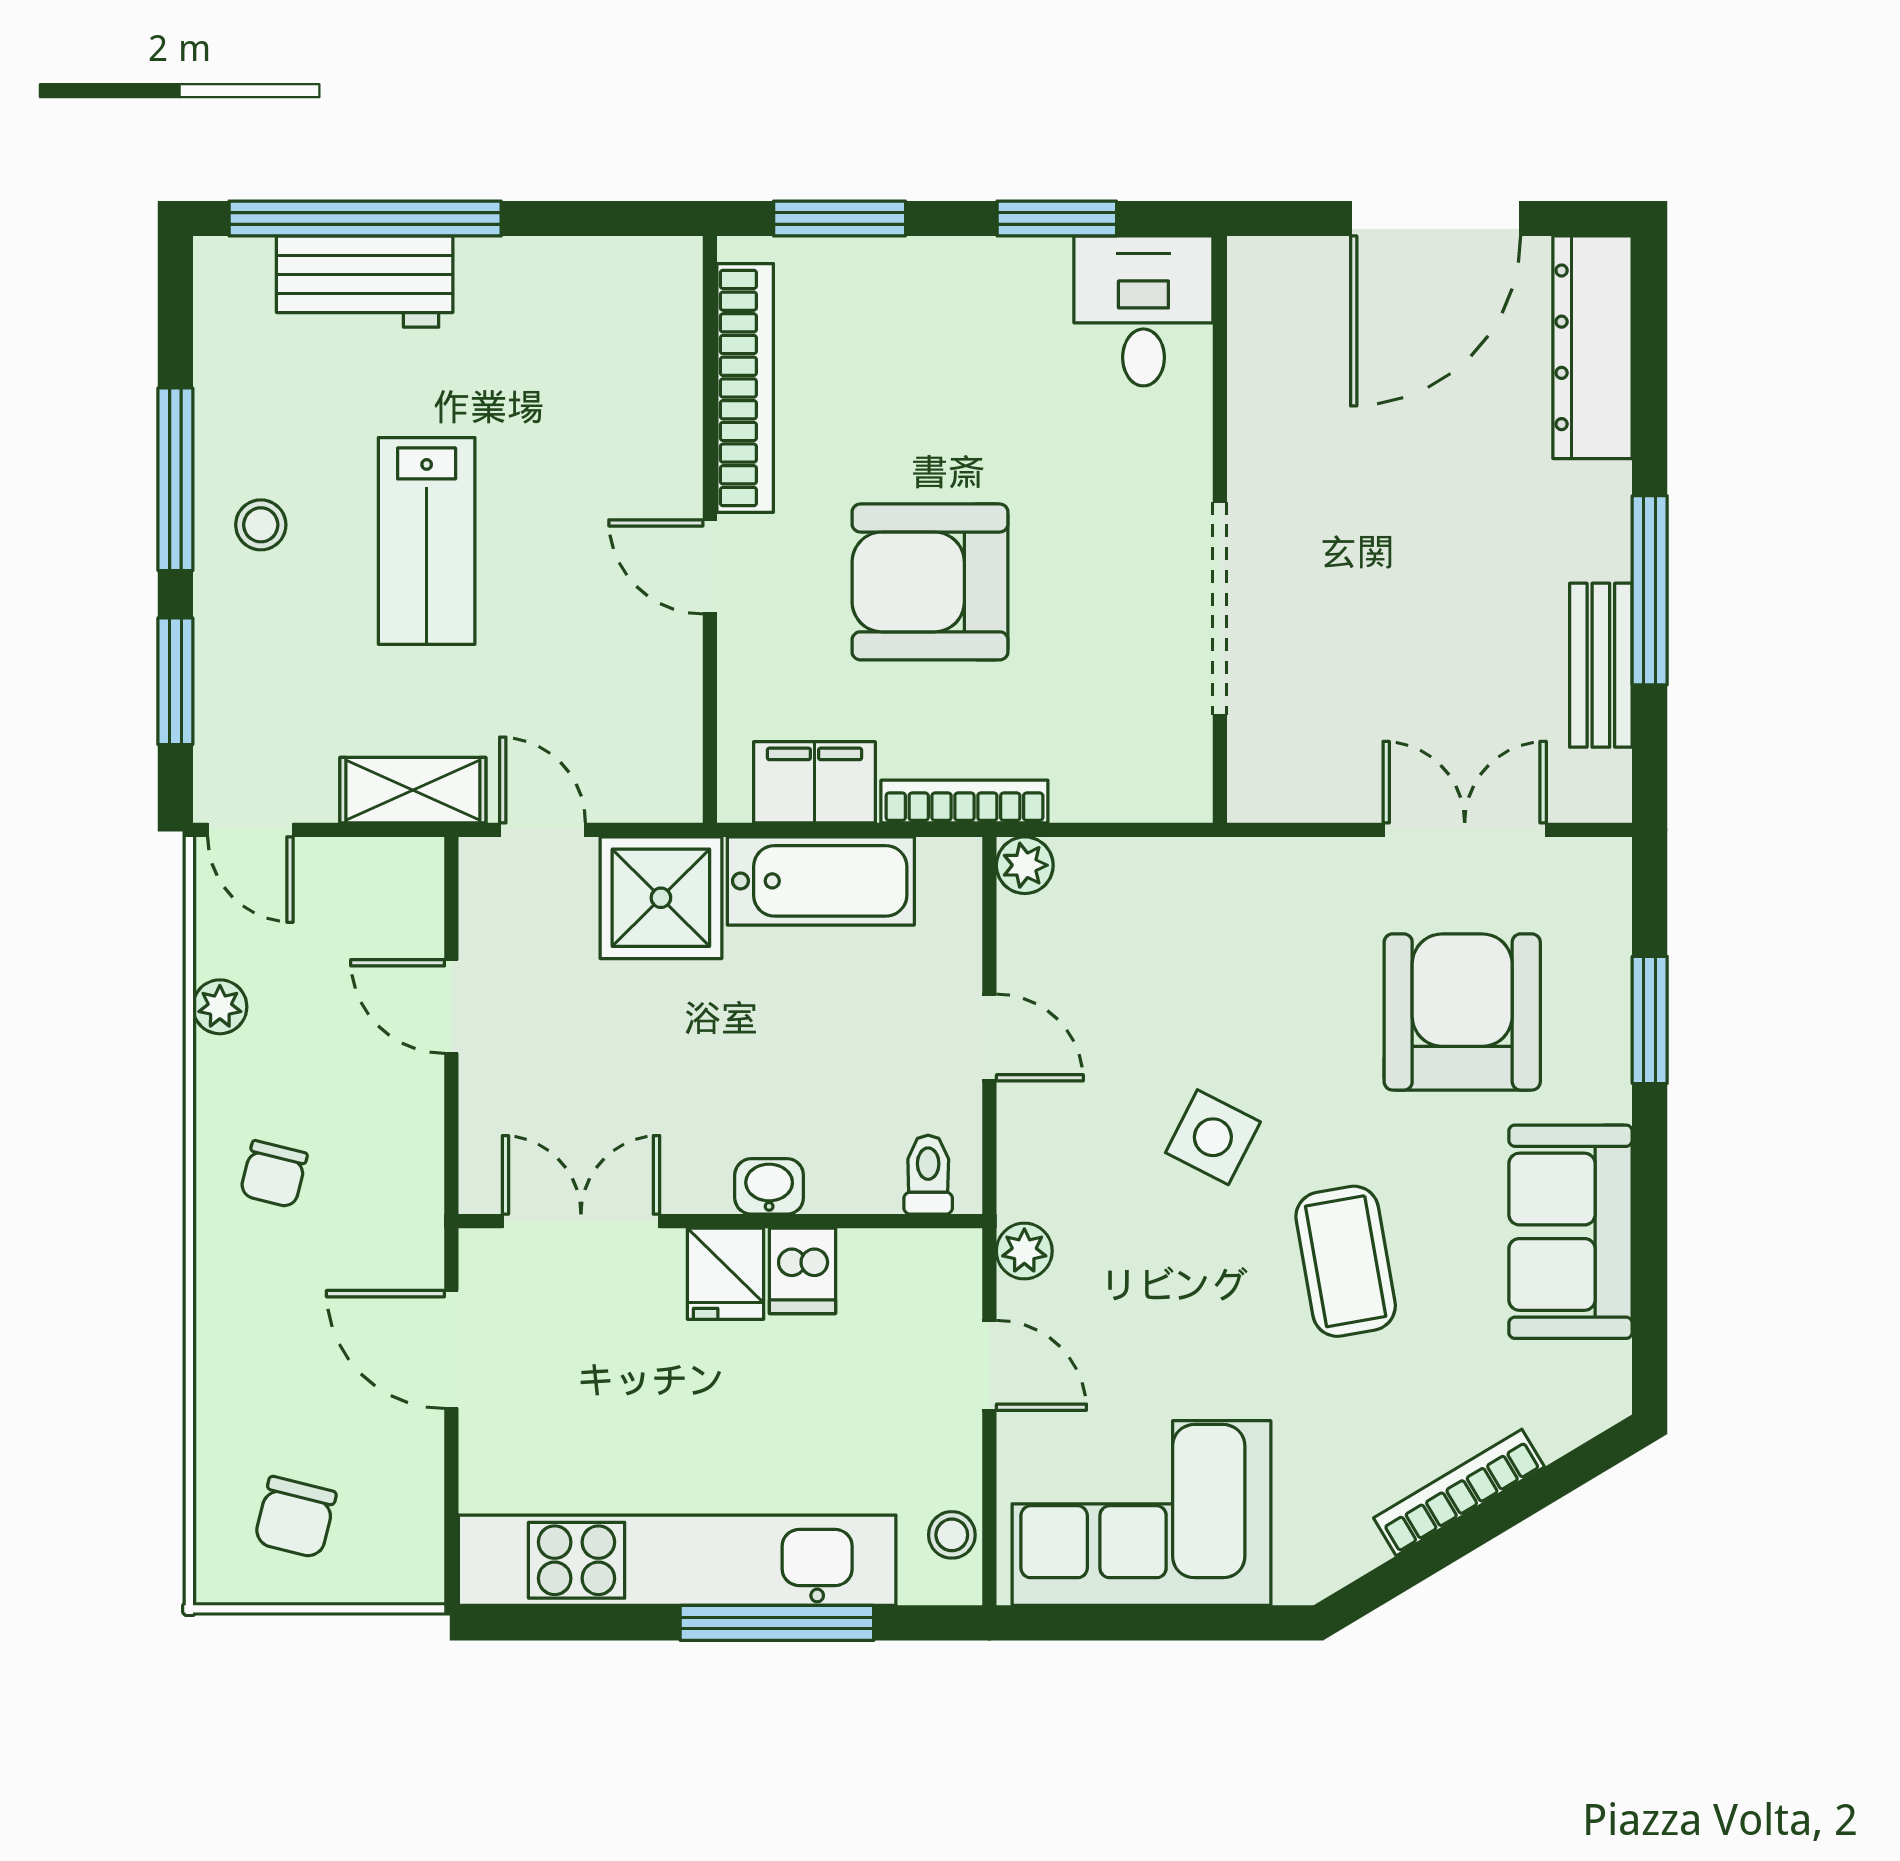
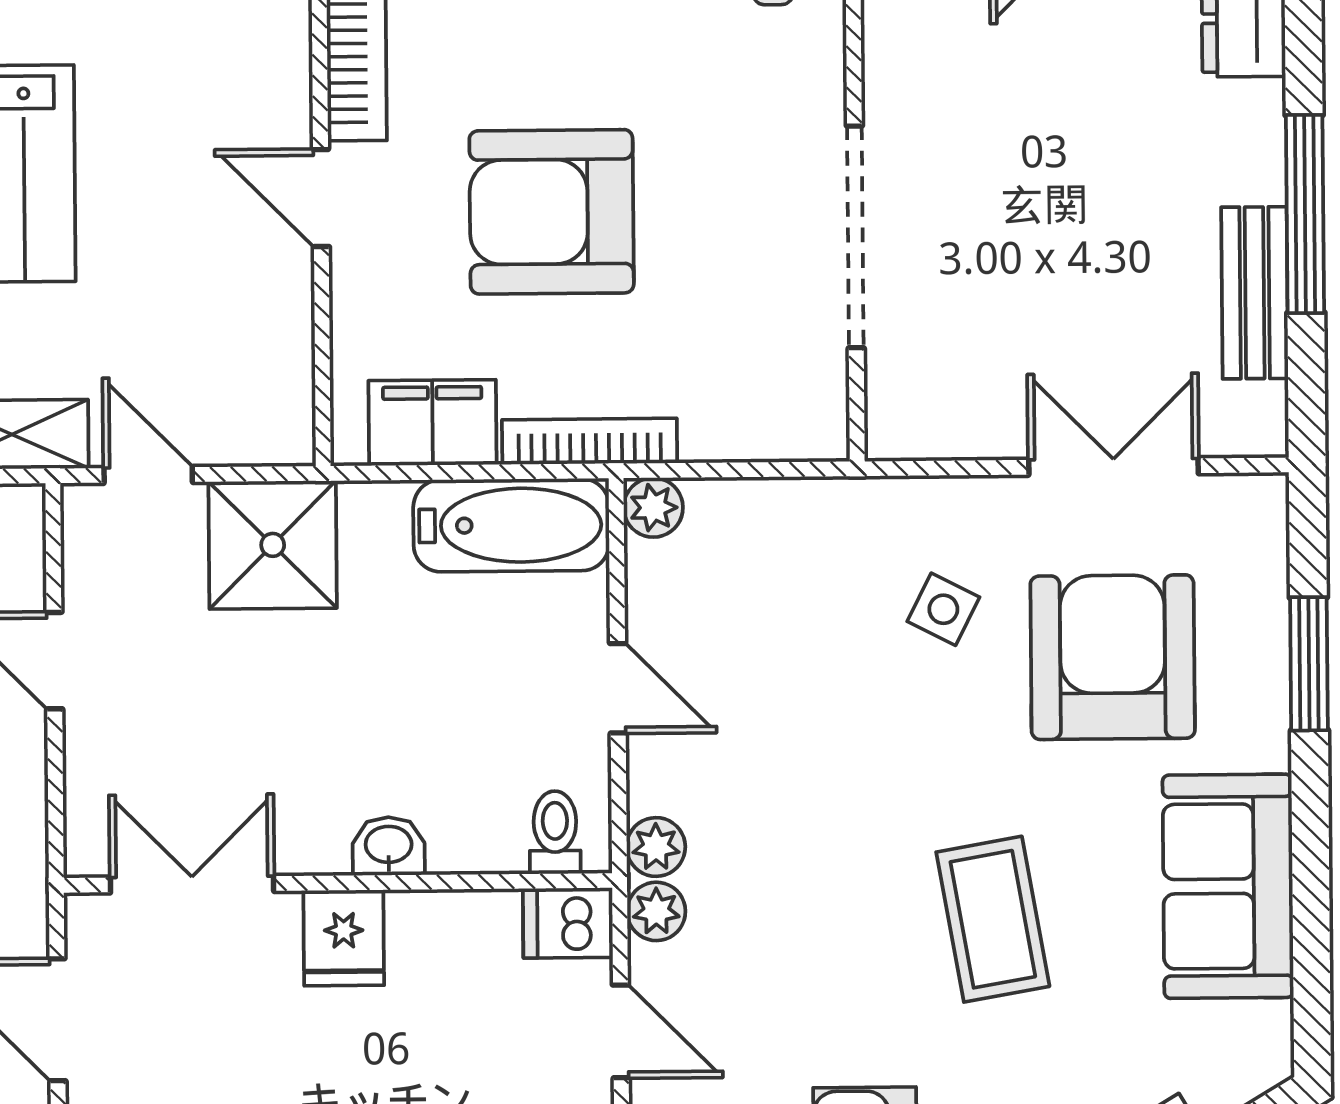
bathtub: (821, 881) -> (511, 525), moved
side table: (1213, 1137) -> (943, 609), moved, width x0.73, depth x0.73
plant: (1024, 1189) -> (656, 847), added
dishwasher: (802, 1271) -> (568, 923), moved, turned 90

